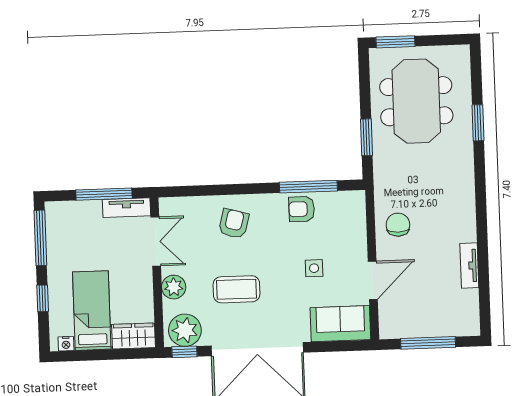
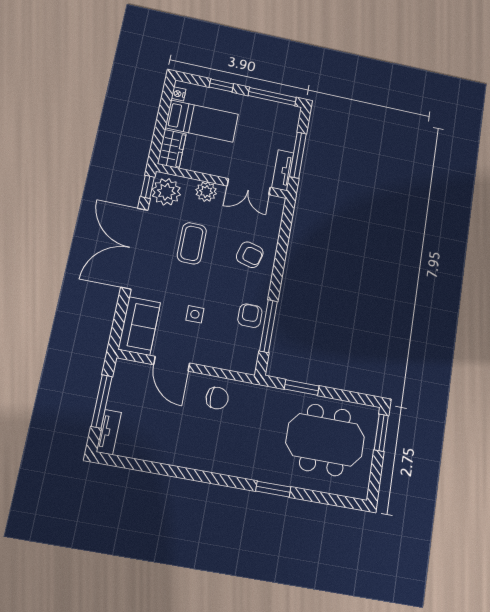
window: (478, 123) -> (273, 489), moved
tv unit: (469, 266) -> (109, 432), moved, turned 90

